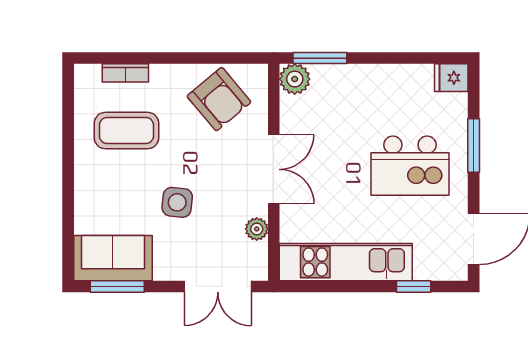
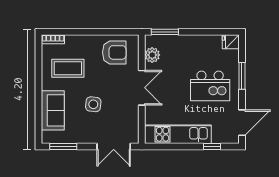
bookcase: (125, 73) -> (53, 39), moved
plant: (295, 79) -> (152, 55), moved
armchair: (219, 99) -> (114, 52), turned -50
plant: (257, 229) -> (133, 118), removed
sofa: (113, 258) -> (53, 110), moved, turned 90

